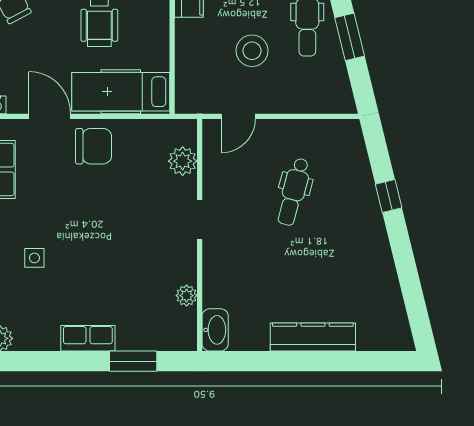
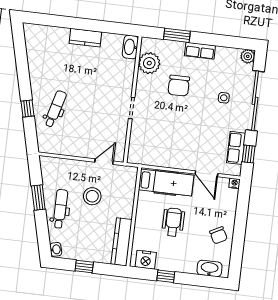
chair: (94, 146) -> (179, 86), moved, turned -90
plant: (183, 161) -> (137, 141), removed
dental chair: (294, 192) -> (55, 109), moved
plant: (187, 296) -> (149, 63), width x1.87, depth x1.87
kitchen counter: (313, 337) -> (85, 38), width x0.67

